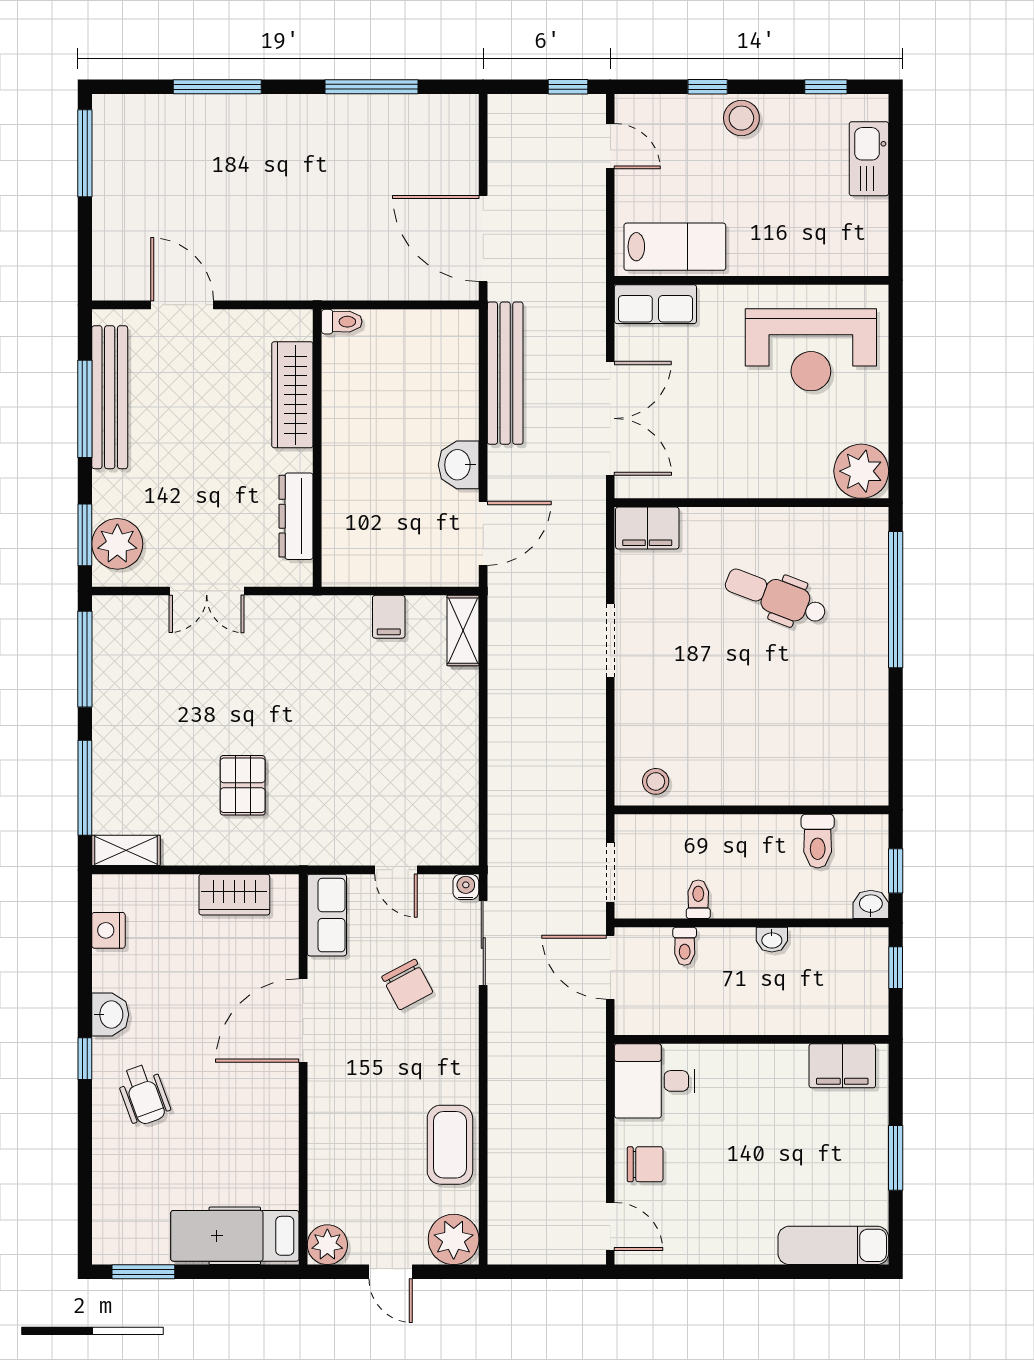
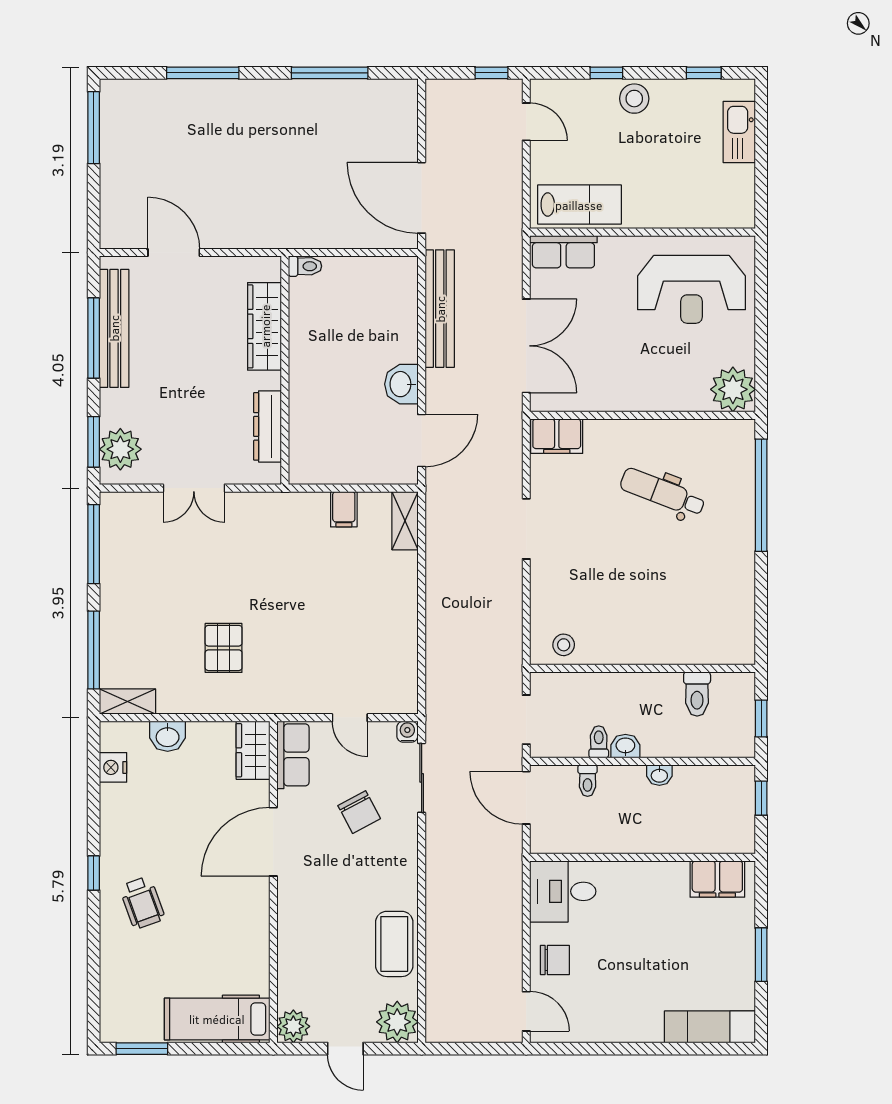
wardrobe: (234, 895) -> (253, 750), moved, turned 90
washbasin: (871, 904) -> (625, 746), moved
washbasin: (110, 1014) -> (168, 736), moved, turned 90

